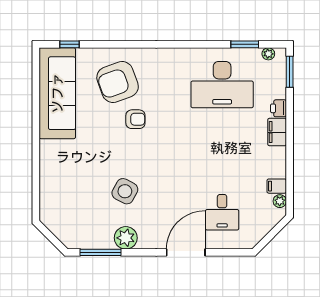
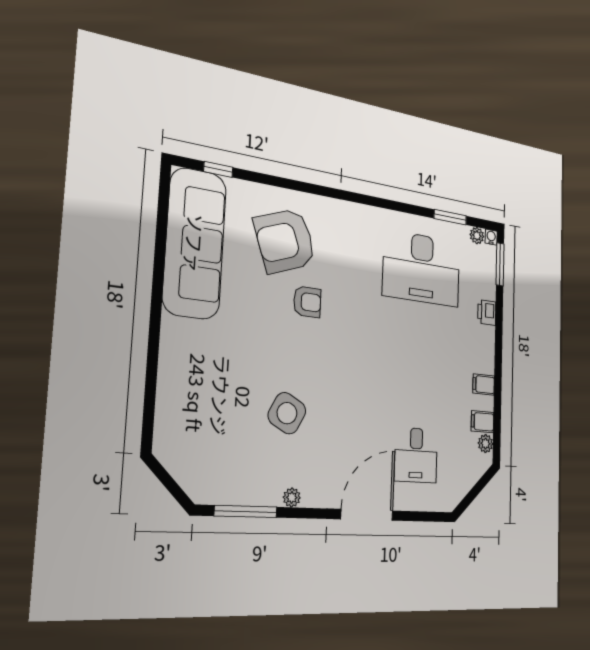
water cooler: (281, 53) -> (491, 237), added
filing cabinet: (277, 132) -> (484, 385), moved, width x0.50
plant: (126, 238) -> (292, 498), width x0.53, depth x0.53

